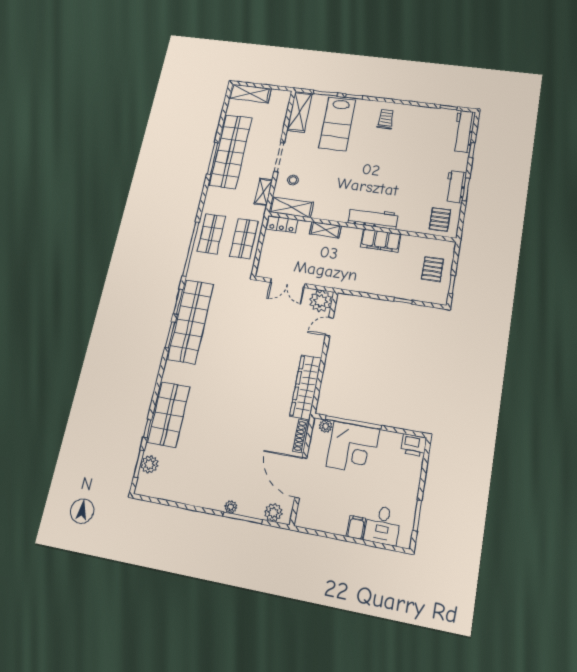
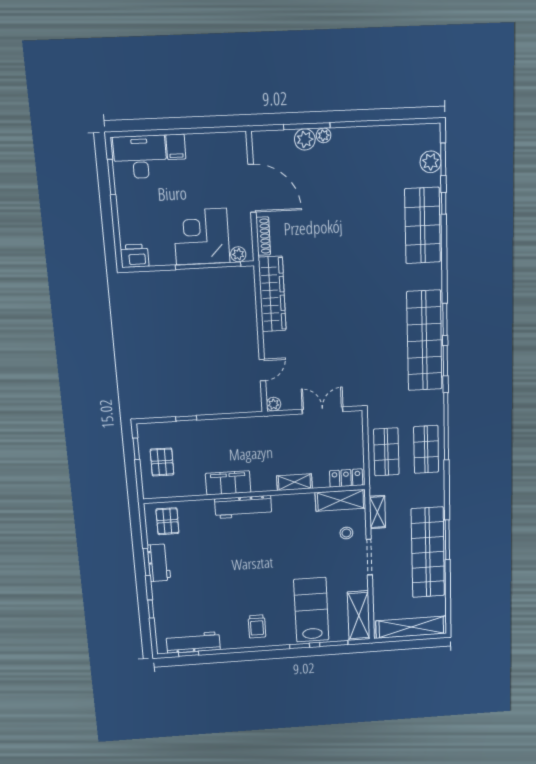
shelving: (250, 93) -> (411, 627), width x1.47
workbench: (464, 131) -> (193, 642), moved, turned -90
plant: (321, 301) -> (274, 404), width x0.53, depth x0.53
plant: (273, 513) -> (305, 139), moved
desk: (383, 525) -> (140, 157), width x1.37

